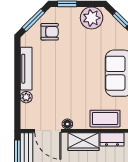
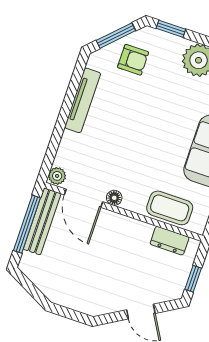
plant: (26, 97) -> (57, 176), moved
wardrobe: (84, 142) -> (128, 230), removed

